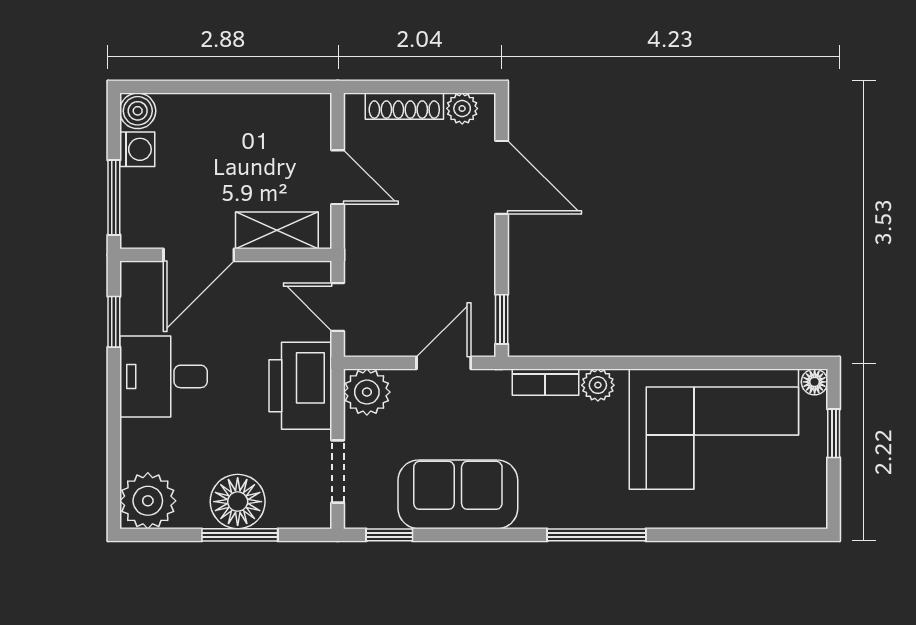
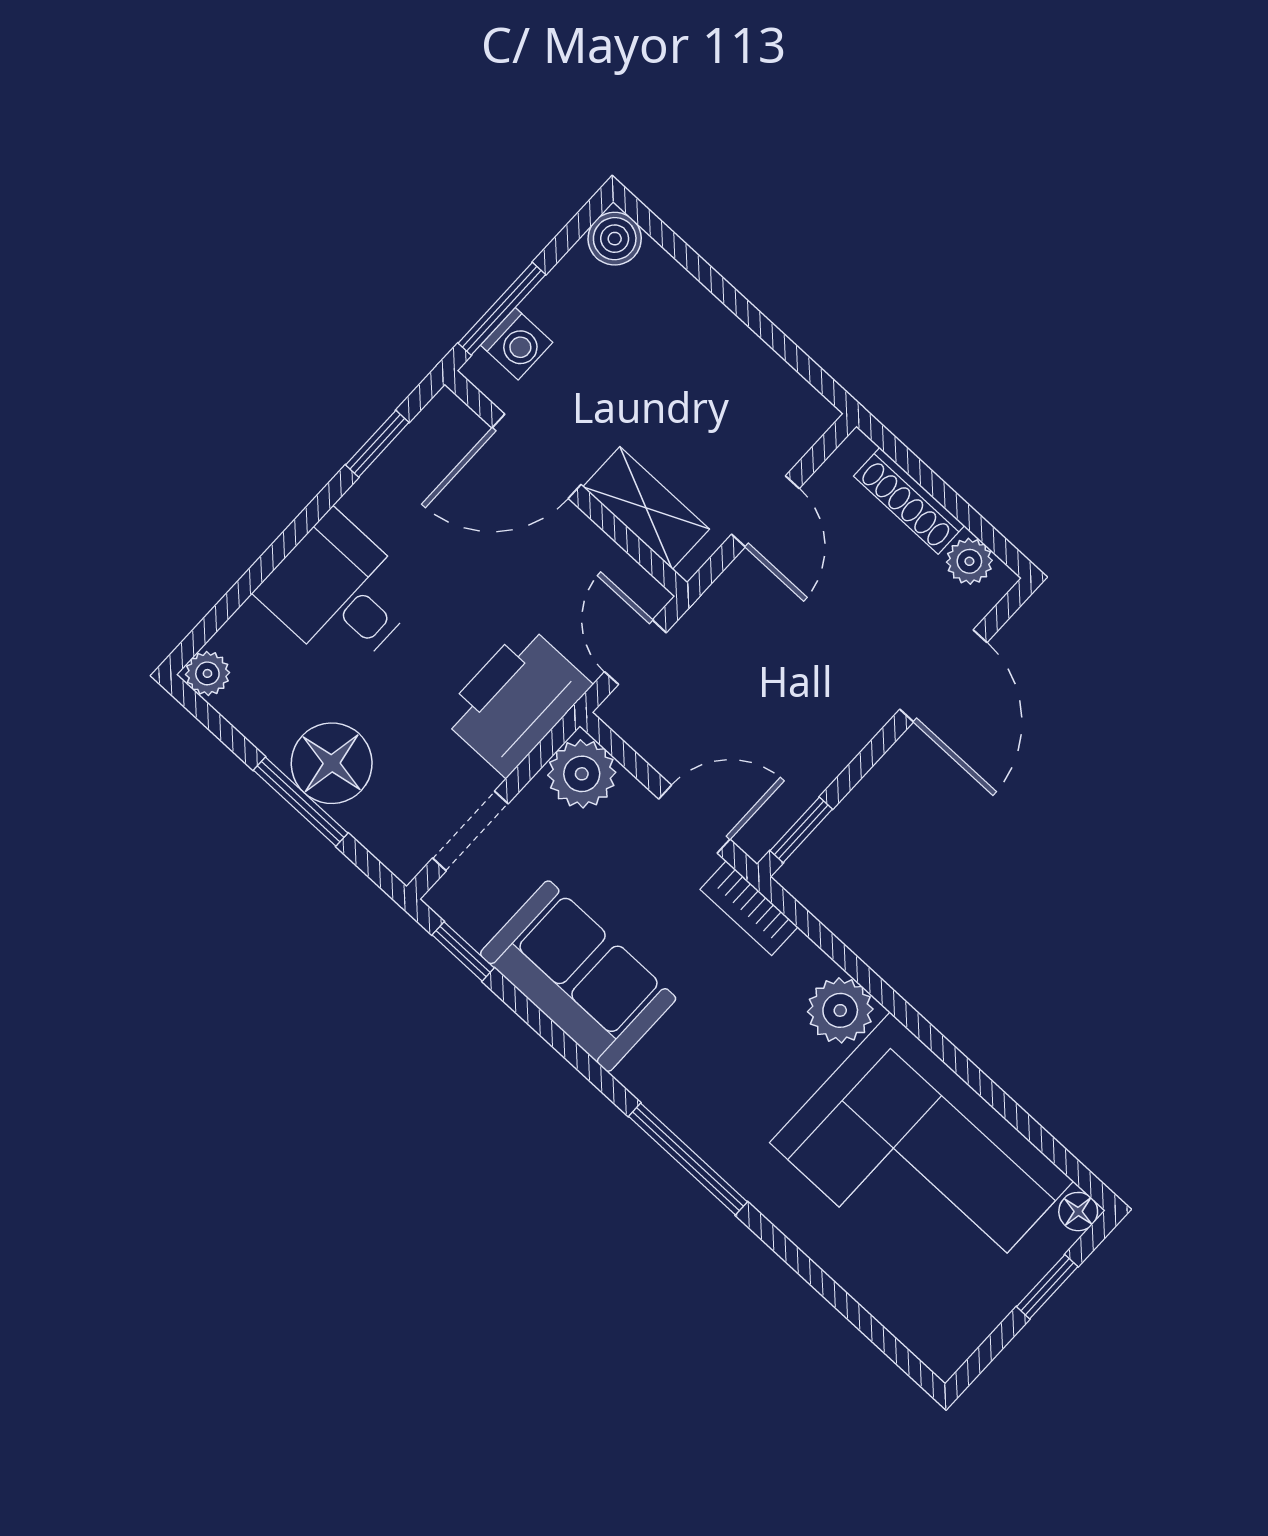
washing machine: (137, 149) -> (517, 344), moved
desk: (164, 376) -> (339, 593), moved
bookcase: (545, 382) -> (749, 908), moved
plant: (598, 385) -> (840, 1010), width x1.38, depth x1.38
plant: (148, 501) -> (207, 673), width x0.53, depth x0.53

